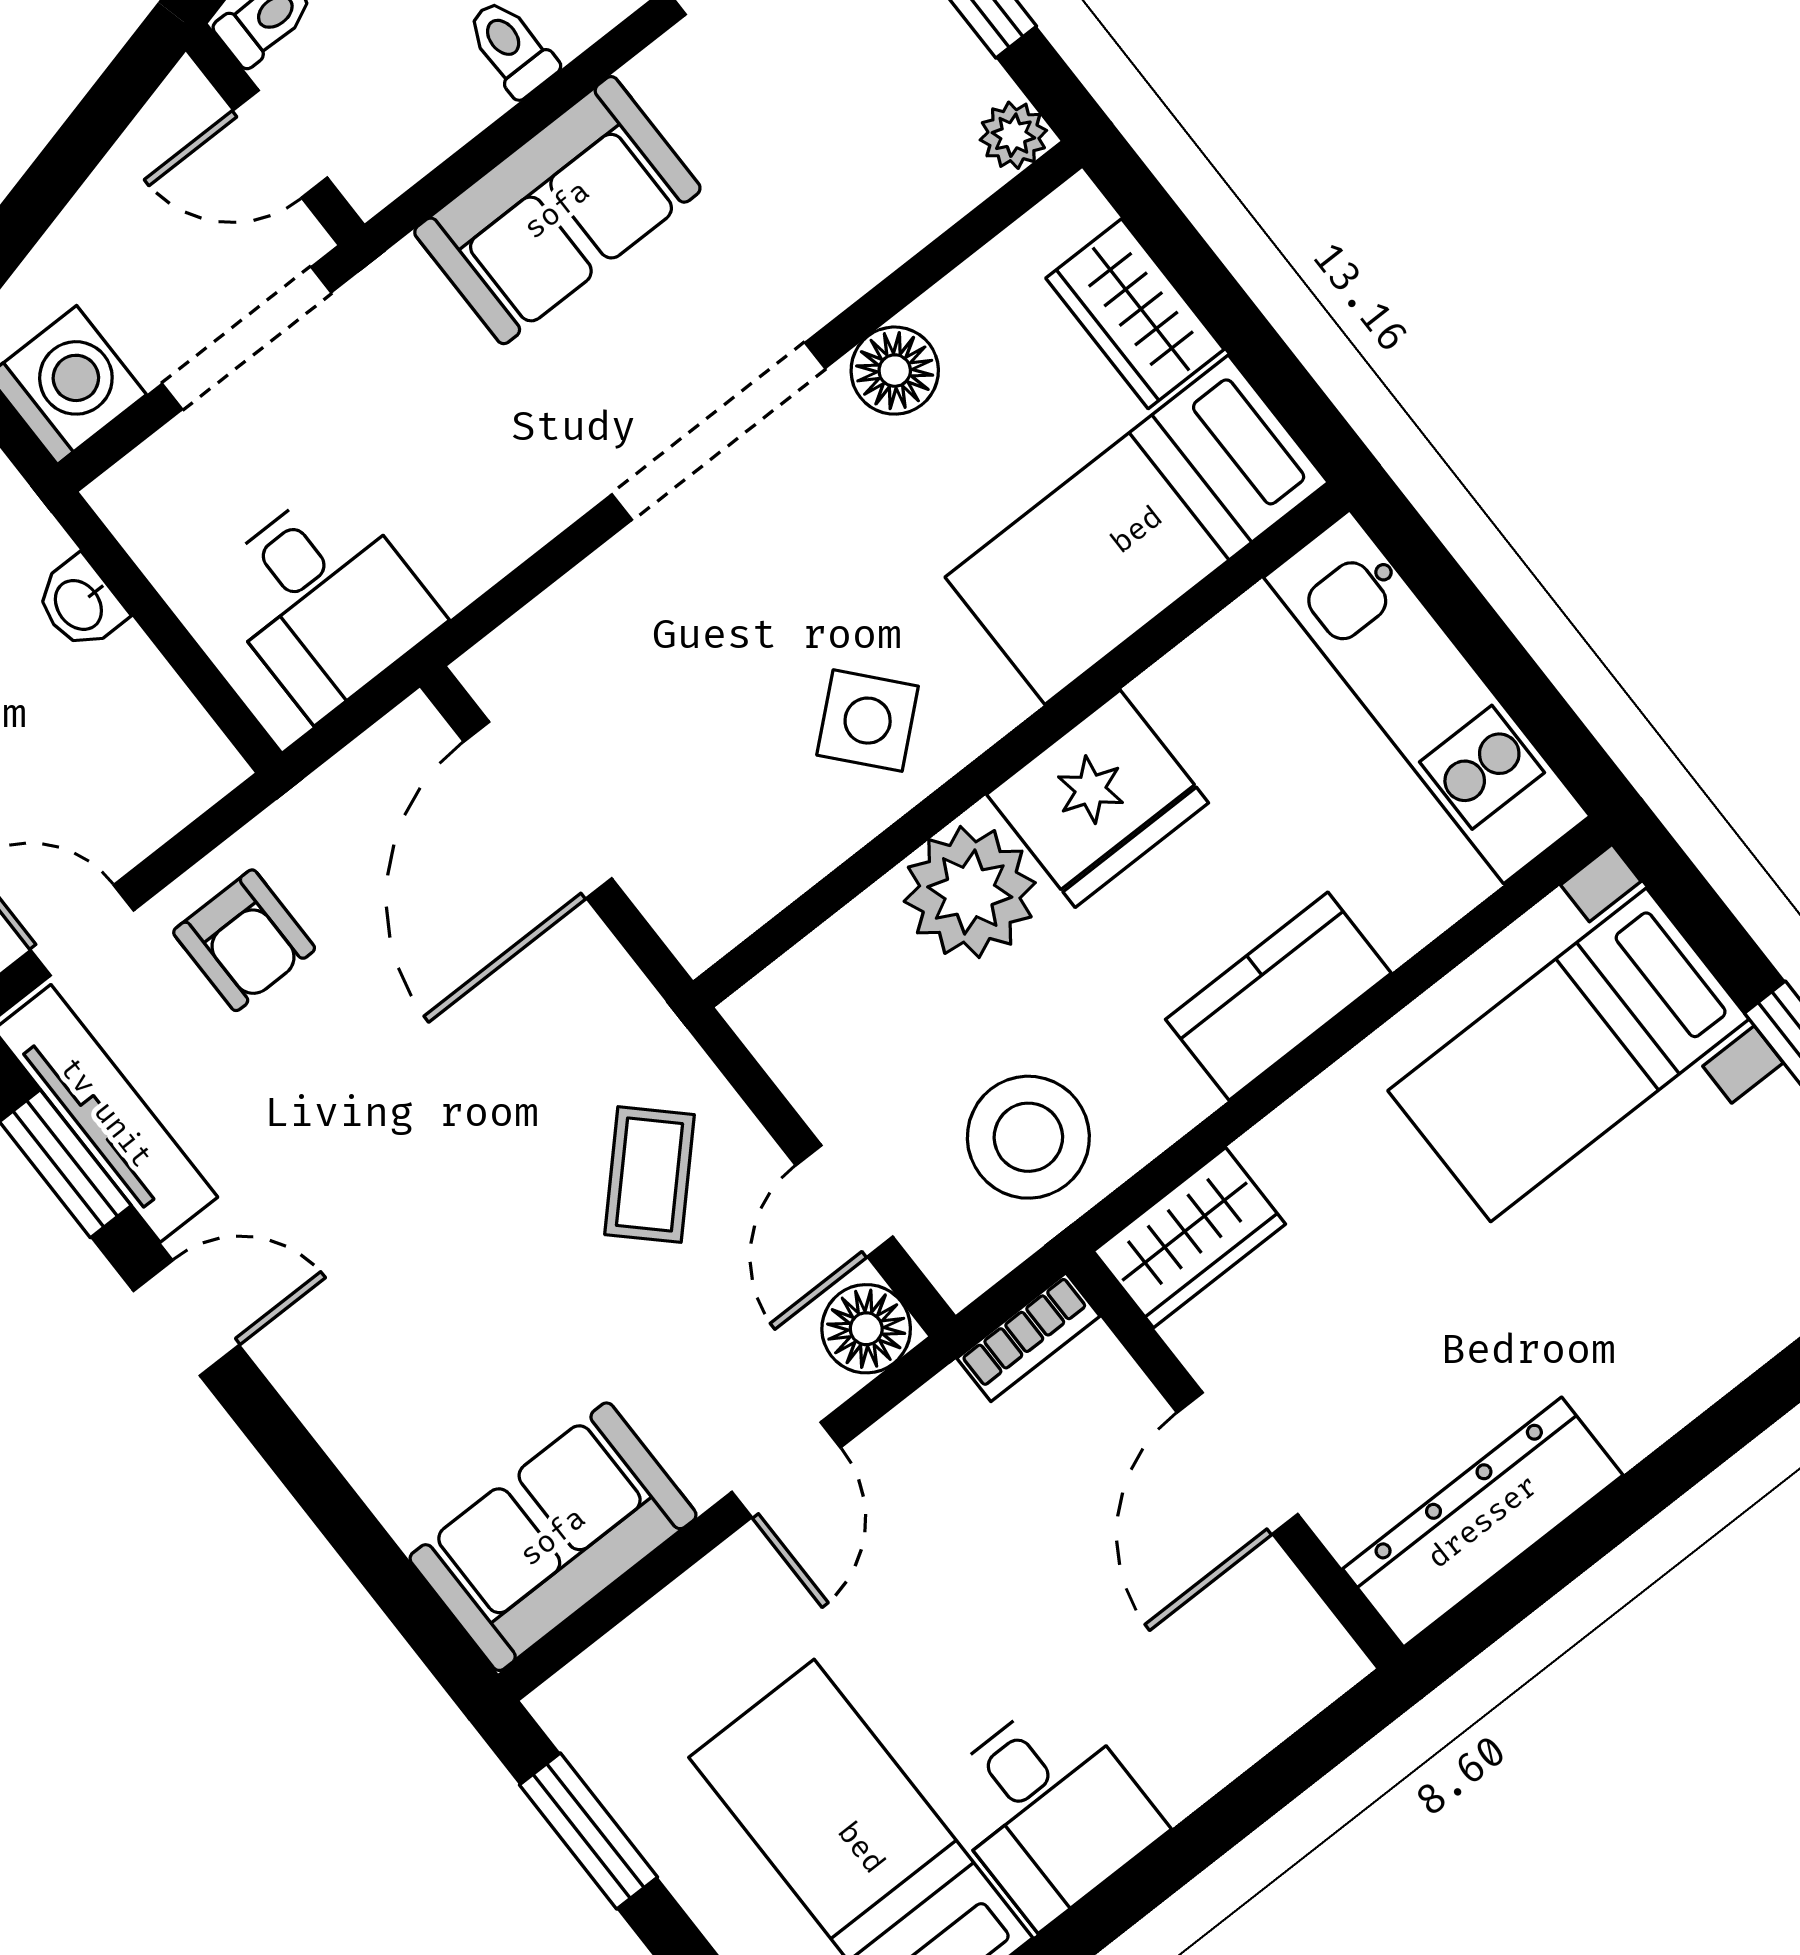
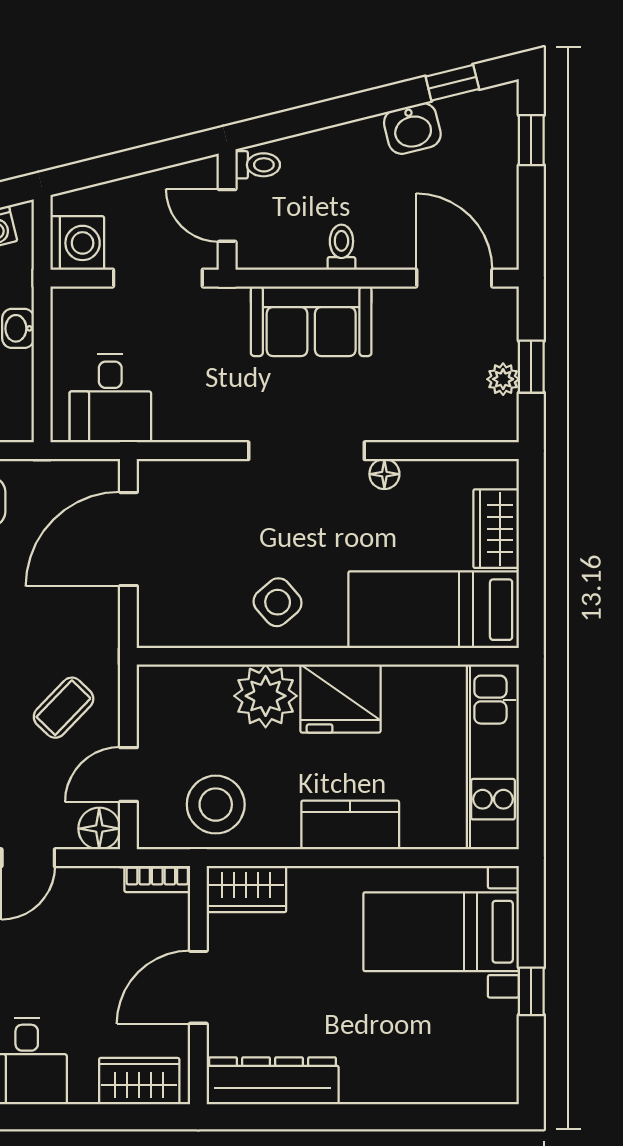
plant: (1013, 135) -> (503, 379), moved
floor lamp: (895, 371) -> (384, 474), width x0.73, depth x0.73
wardrobe: (1262, 1696) -> (139, 1081), added

